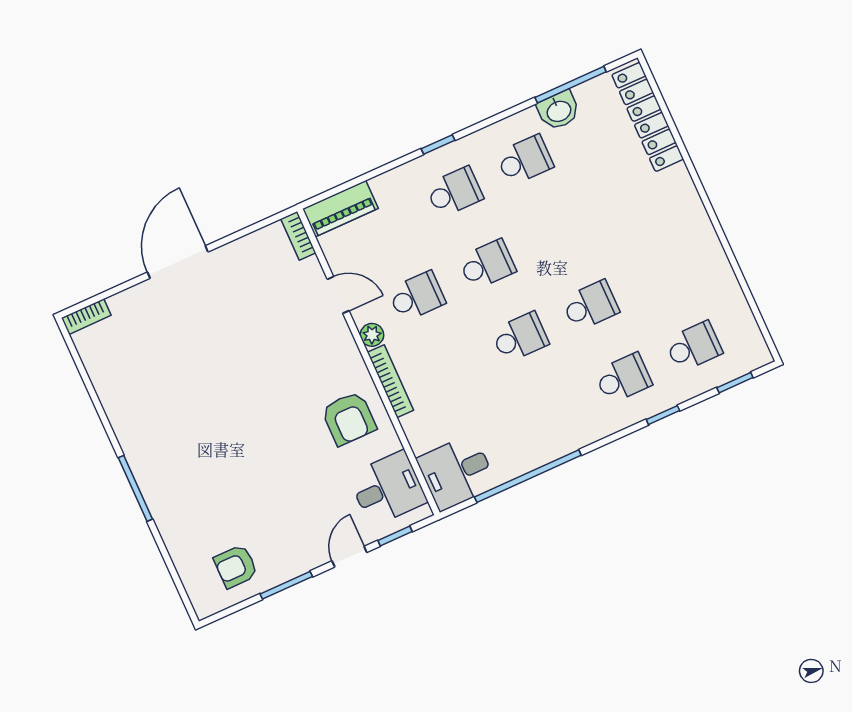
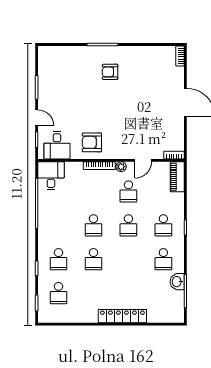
locker: (648, 117) -> (122, 316), moved
armchair: (236, 566) -> (110, 72), moved, turned -90

